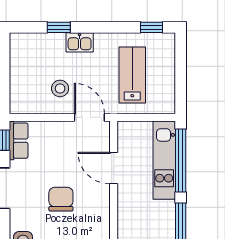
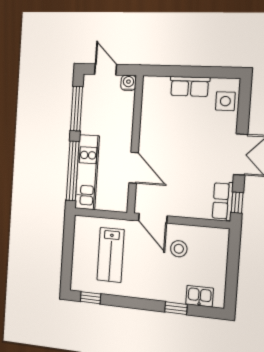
kitchen sink: (80, 42) -> (200, 296), moved
chair: (61, 199) -> (185, 141), removed

